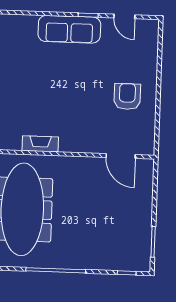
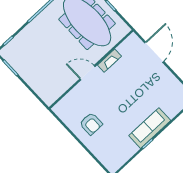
door: (124, 16) -> (130, 160), removed
door: (121, 156) -> (87, 73), moved

